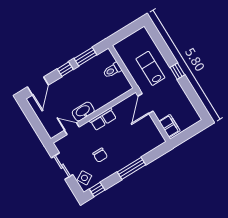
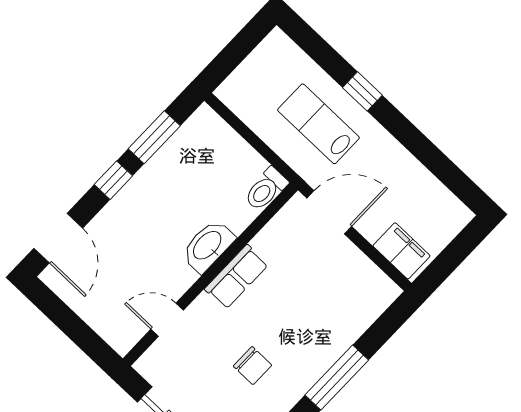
toilet: (112, 70) -> (266, 189), moved
window: (177, 71) -> (362, 91), moved
door: (145, 104) -> (329, 212), swing flipped
washbasin: (83, 112) -> (208, 246), moved

